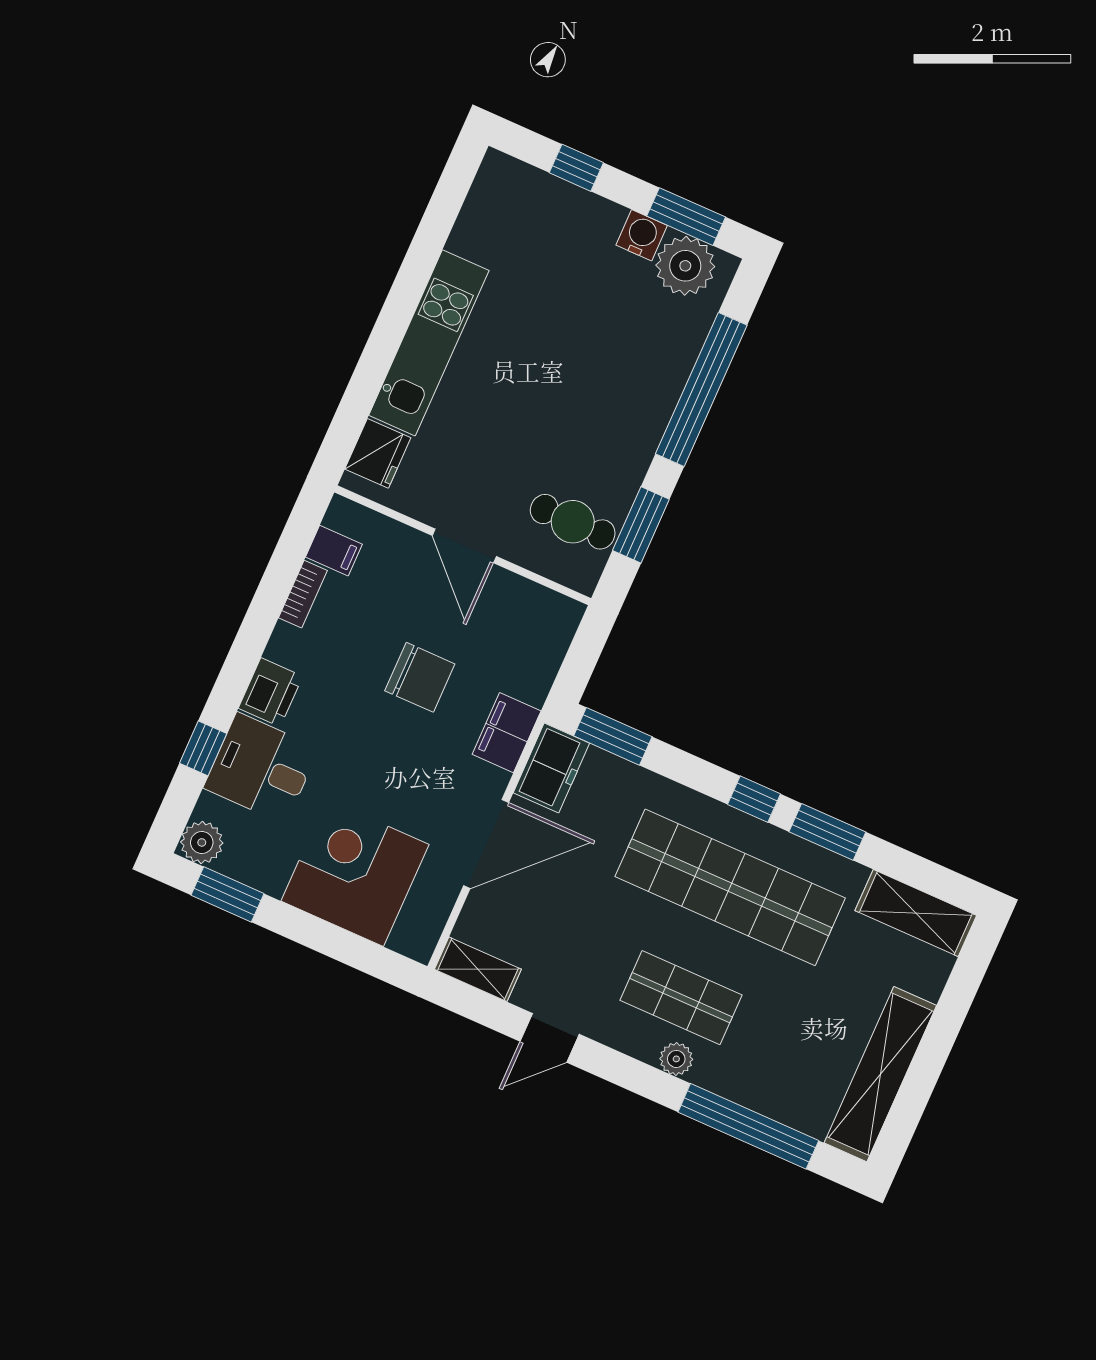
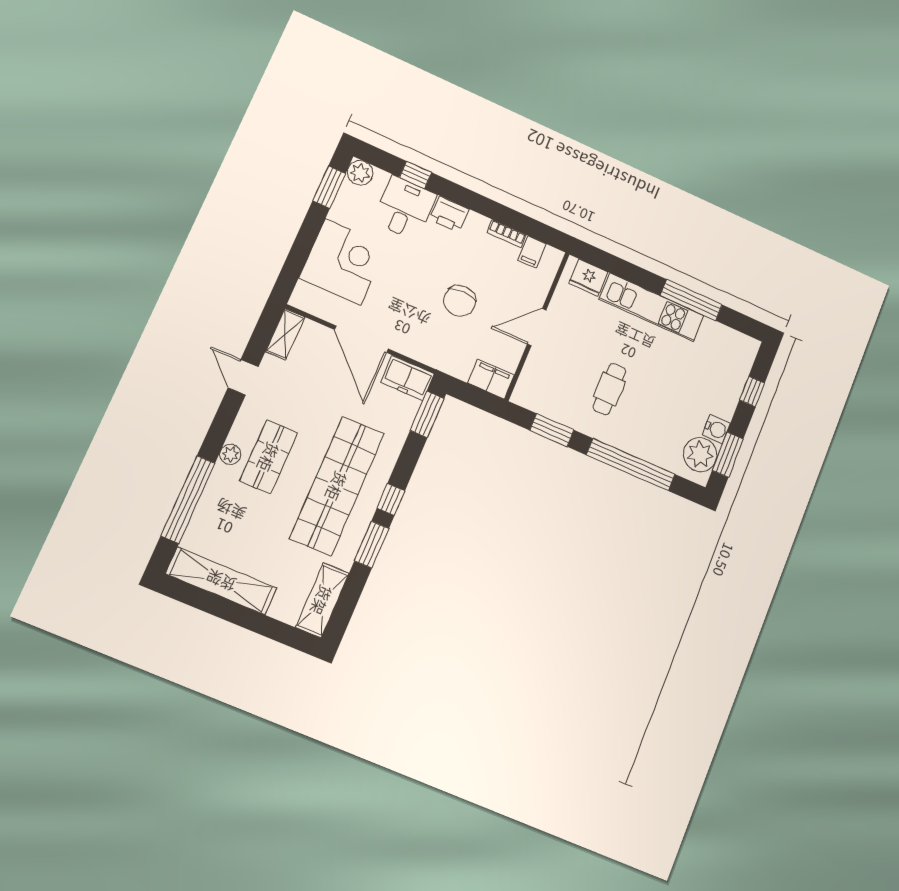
window: (416, 271) -> (691, 300), added
cafe table: (573, 522) -> (609, 389), moved
filing cabinet: (507, 733) -> (491, 379), moved

